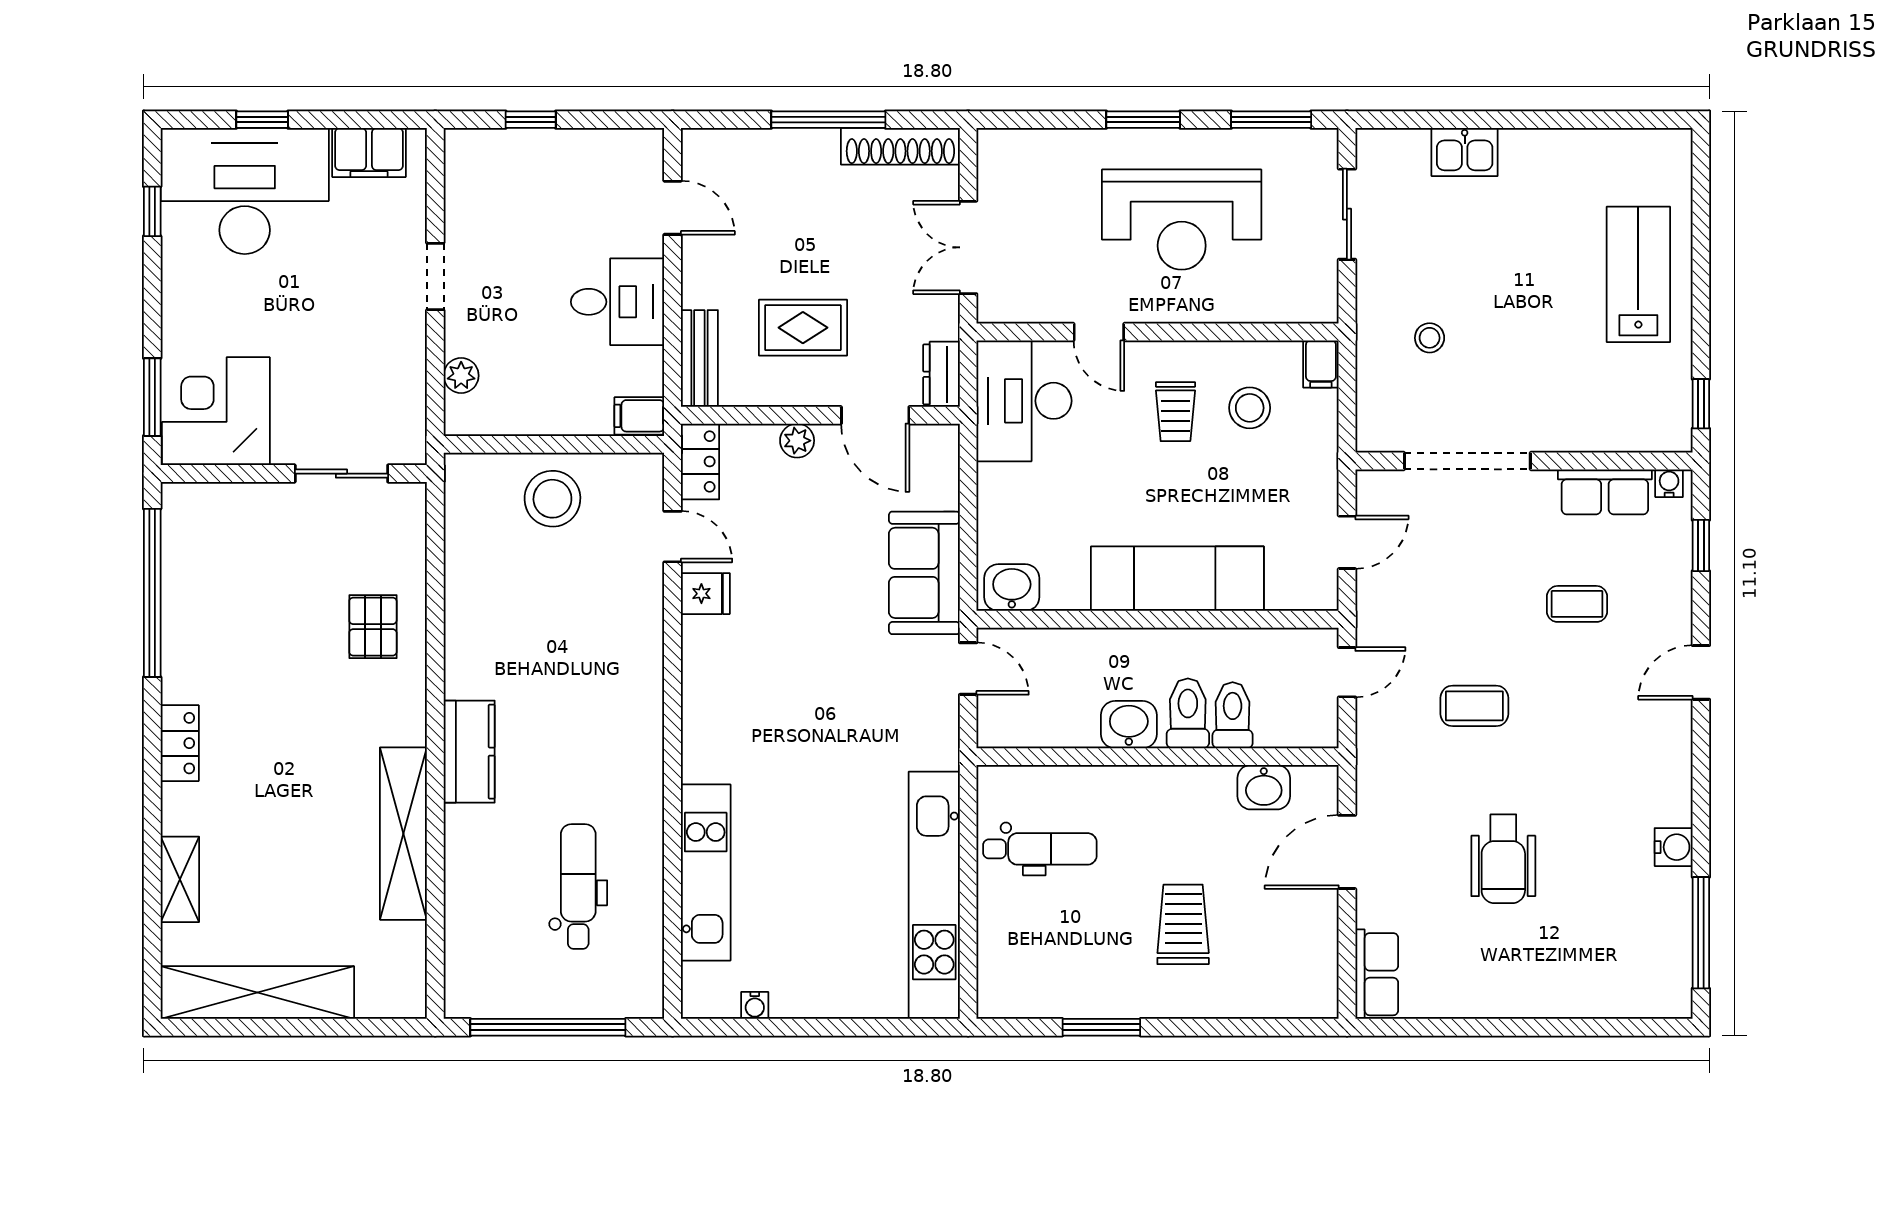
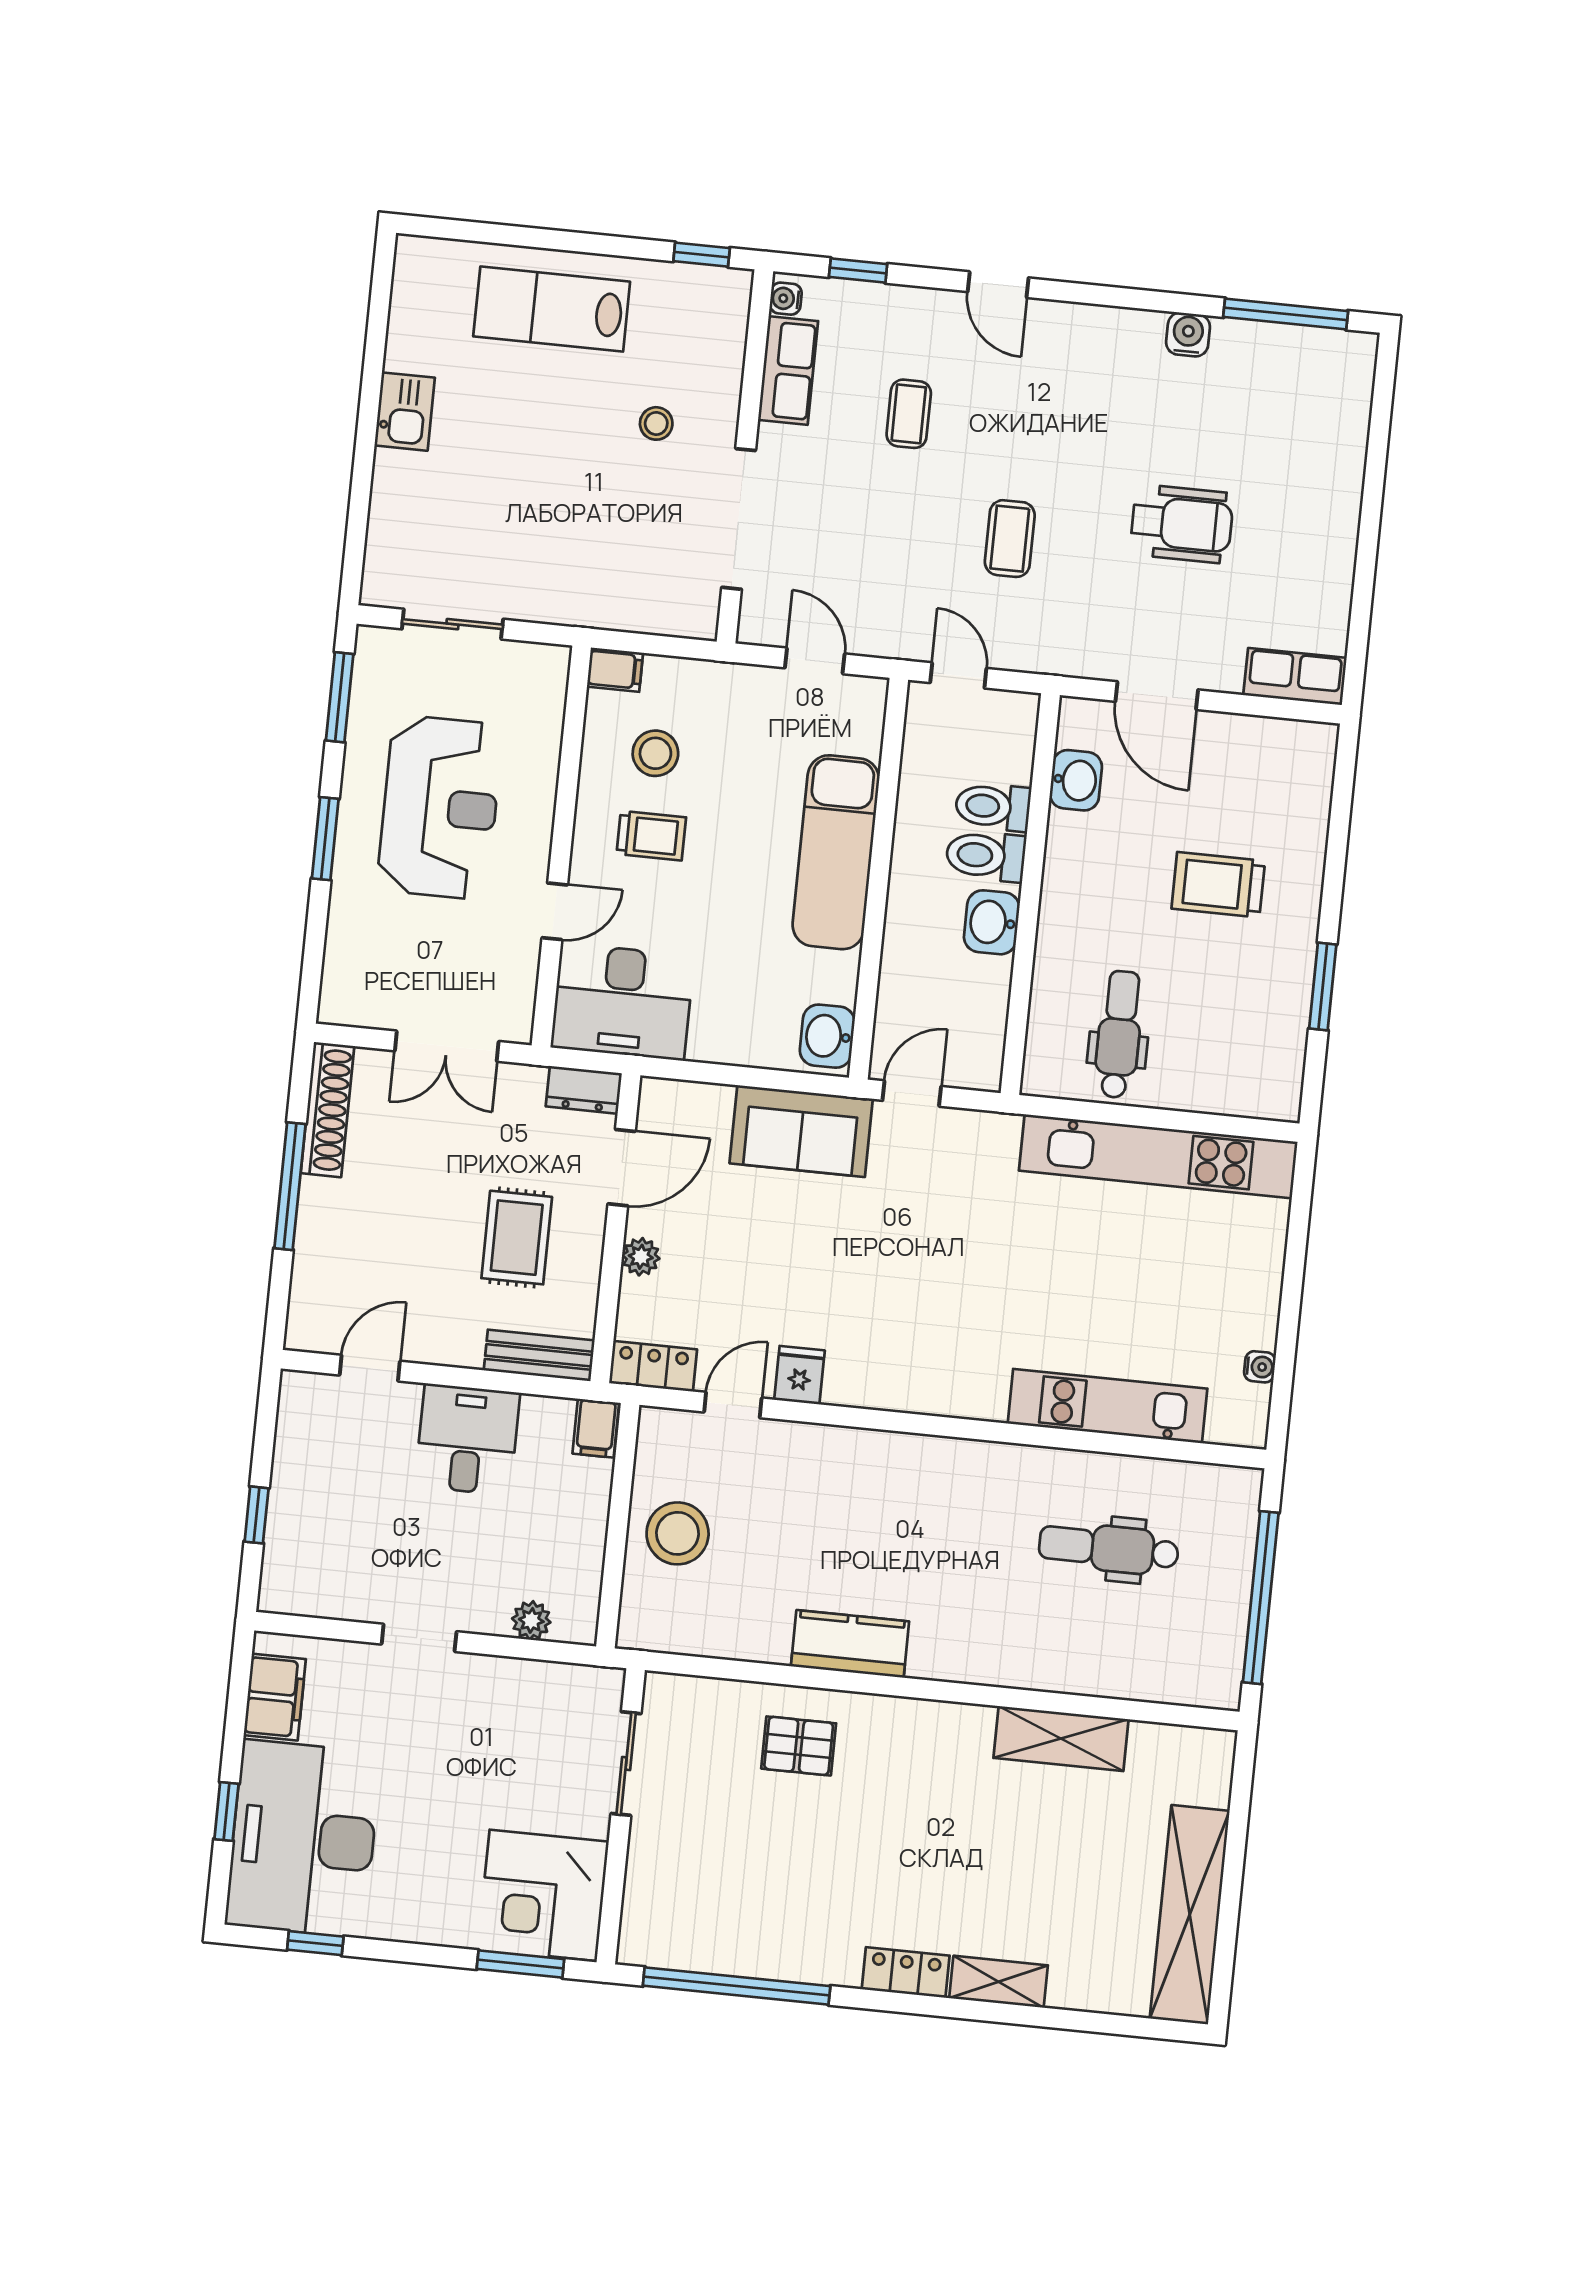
kitchen sink: (1465, 152) -> (405, 412), moved
stool: (1430, 338) -> (656, 423), moved
kitchen counter: (469, 752) -> (850, 1644), moved
shelving: (403, 834) -> (1061, 1739), width x0.68
shelving: (180, 879) -> (999, 1982), moved

